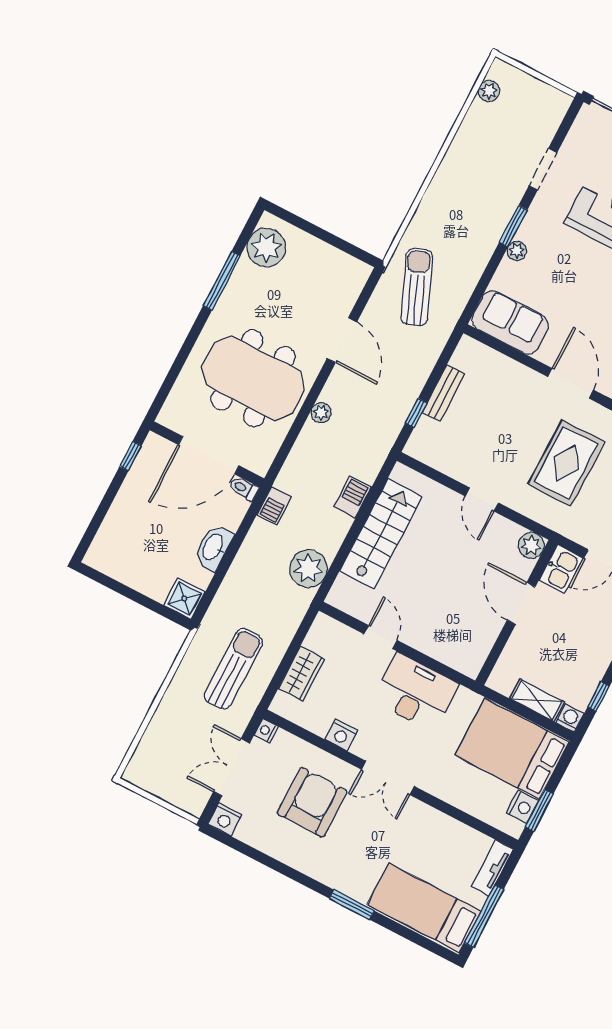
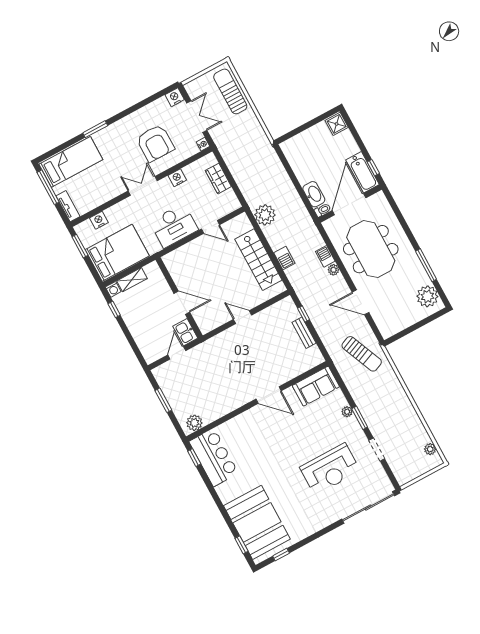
meeting table: (253, 378) -> (371, 249), turned 90
rug: (566, 463) -> (233, 368), removed
bathtub: (148, 467) -> (362, 172), added
barbecue: (274, 506) -> (325, 256), moved
plant: (531, 545) -> (206, 326), removed
washbasin: (214, 547) -> (314, 194), moved
shower: (184, 599) -> (337, 124), moved
sun lounger: (233, 669) -> (230, 91), moved, turned 180
nightstand: (522, 807) -> (99, 220), moved, turned 90

